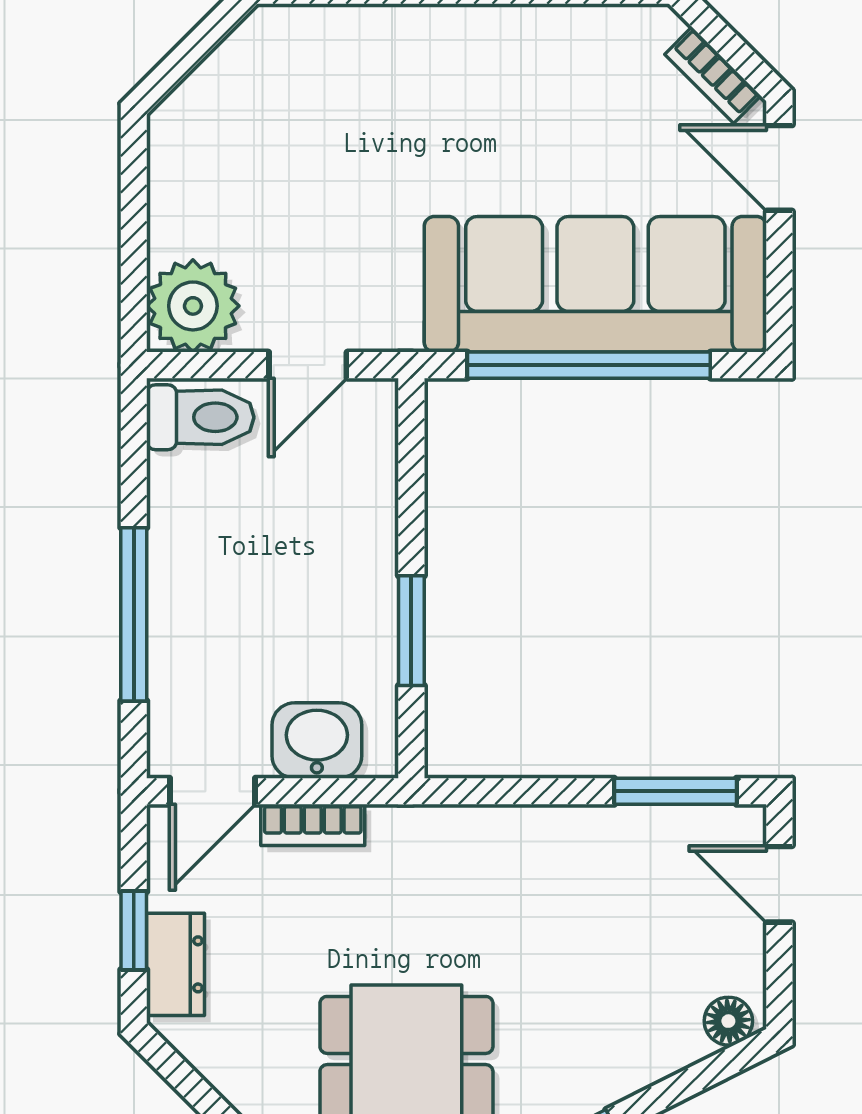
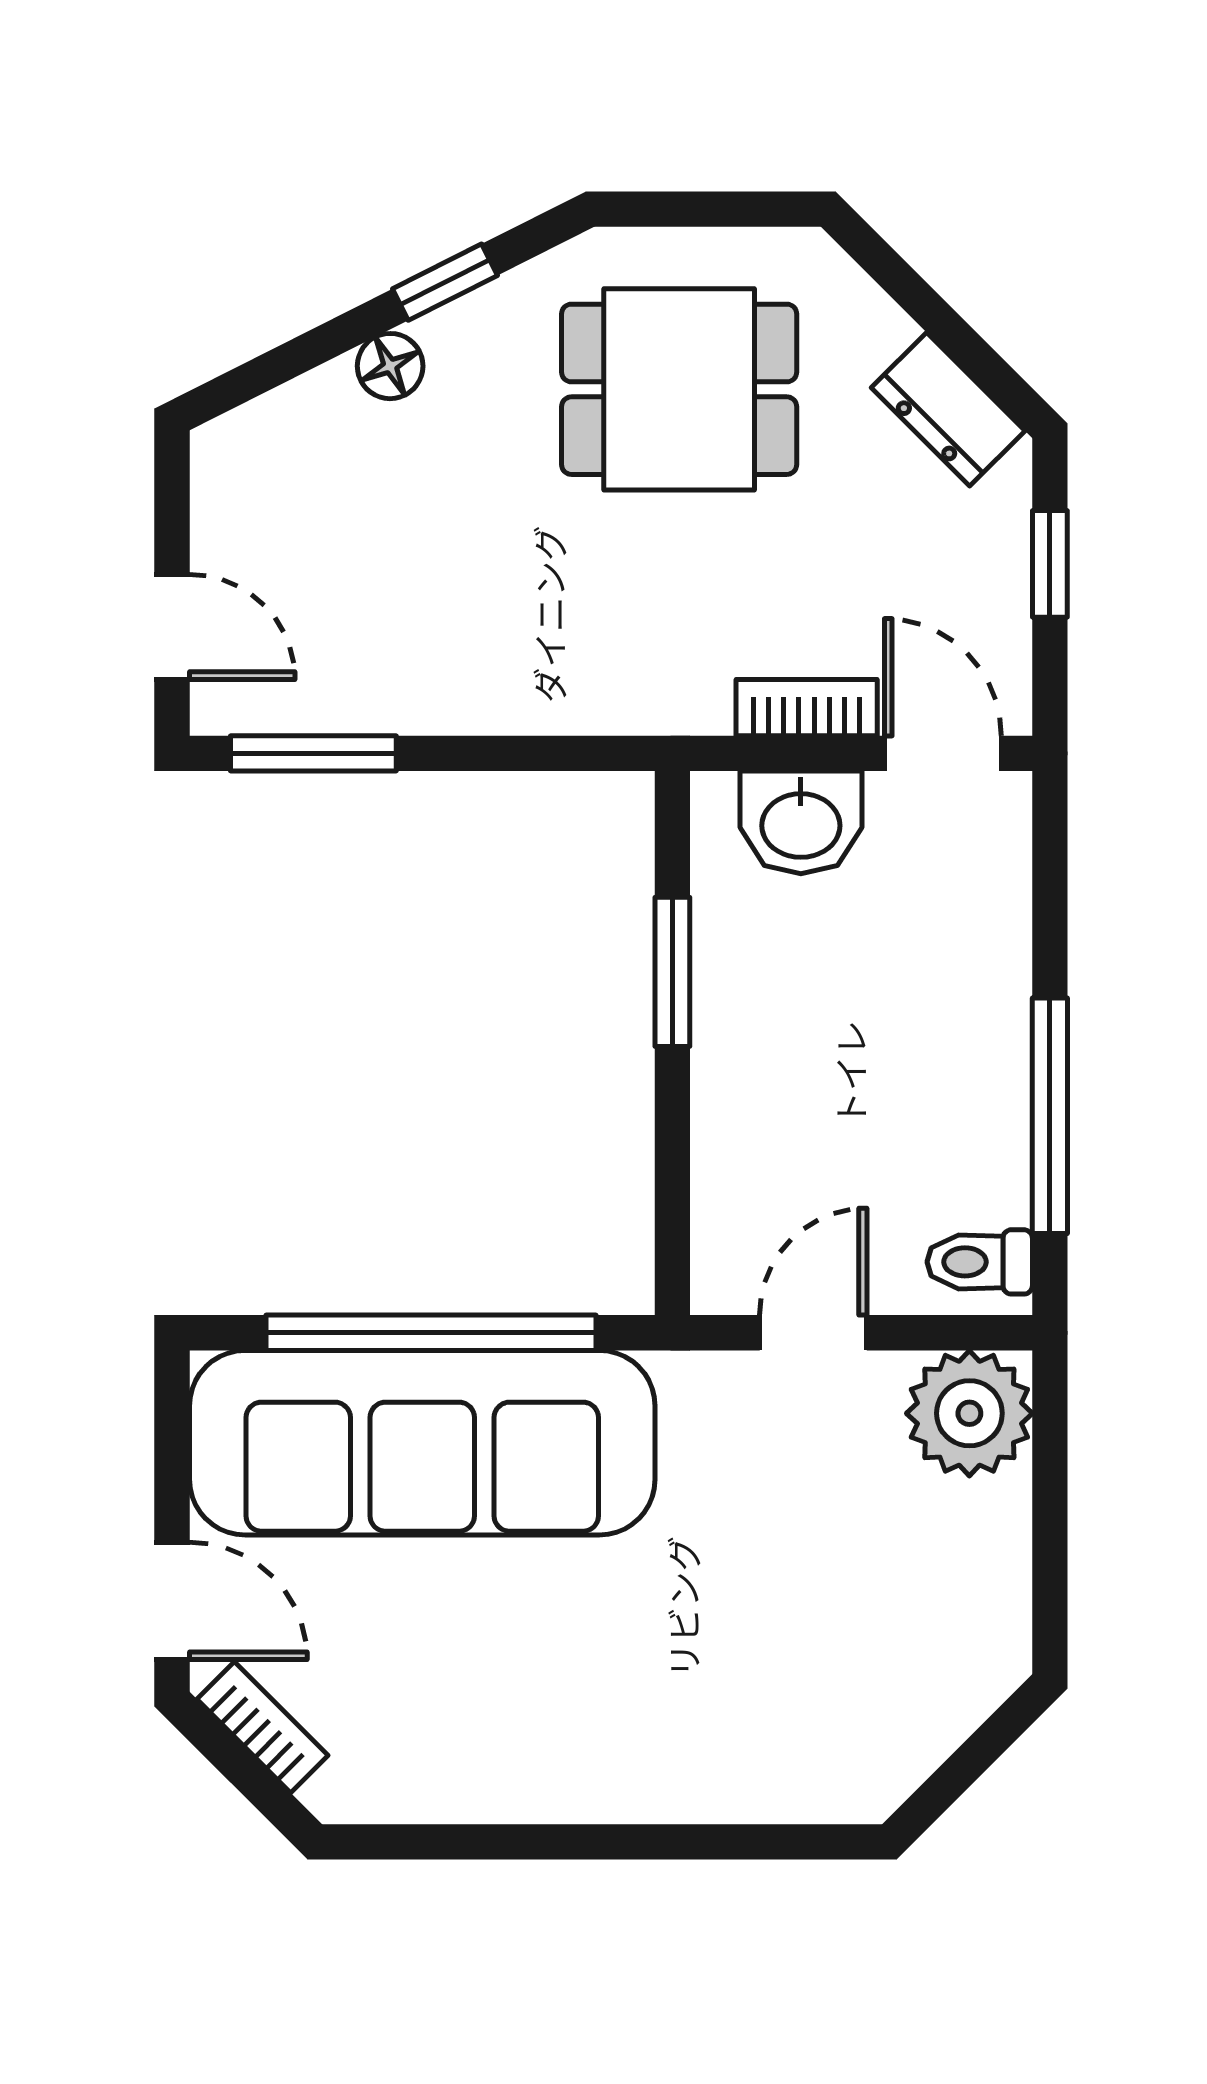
toilet: (200, 417) -> (980, 1262), width x0.73, depth x0.72
window: (134, 614) -> (1050, 1116), moved
door: (213, 791) -> (943, 753), hinge flipped
dresser: (175, 964) -> (948, 409), moved, turned -45
floor lamp: (728, 1021) -> (390, 366), moved

